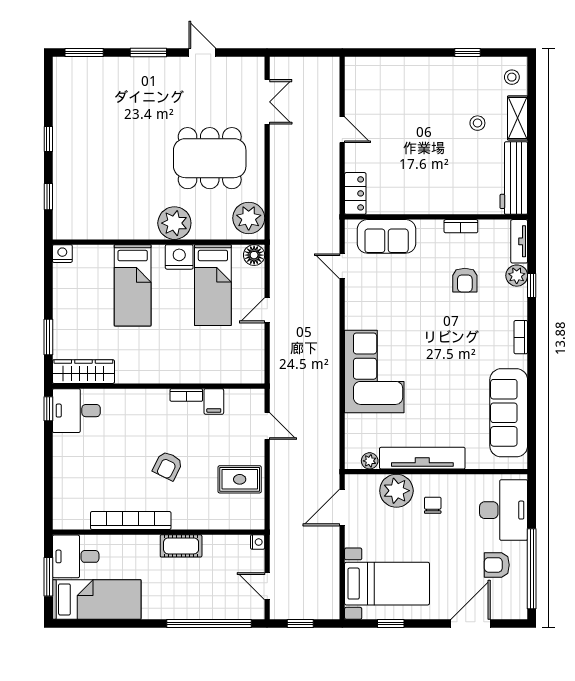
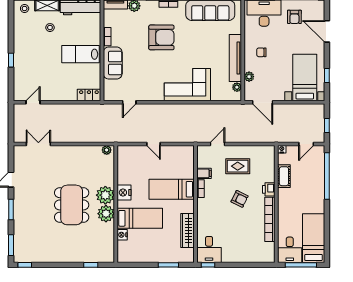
window: (467, 53) -> (11, 60), moved
door: (342, 130) -> (33, 102), moved
window: (48, 139) -> (25, 265), moved
dining table: (210, 158) -> (72, 205), moved
lab bench: (429, 178) -> (80, 54), added
plant: (249, 218) -> (107, 150), width x0.53, depth x0.53
plant: (141, 224) -> (106, 214), added
sofa: (387, 236) -> (113, 63), moved
nightstand: (62, 254) -> (122, 235), moved
floor lamp: (254, 255) -> (123, 151), removed
armchair: (465, 280) -> (161, 37), moved, width x1.88, depth x1.88
bed: (213, 285) -> (172, 189), moved, turned 180
wardrobe: (83, 372) -> (187, 231), moved
rug: (240, 479) -> (238, 166), moved, turned 90
plant: (396, 491) -> (249, 77), width x0.53, depth x0.53
printer: (185, 518) -> (269, 189), added
cot: (181, 546) -> (284, 176), moved
window: (48, 577) -> (301, 265), width x1.44

